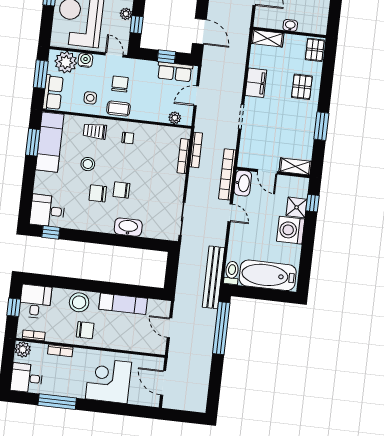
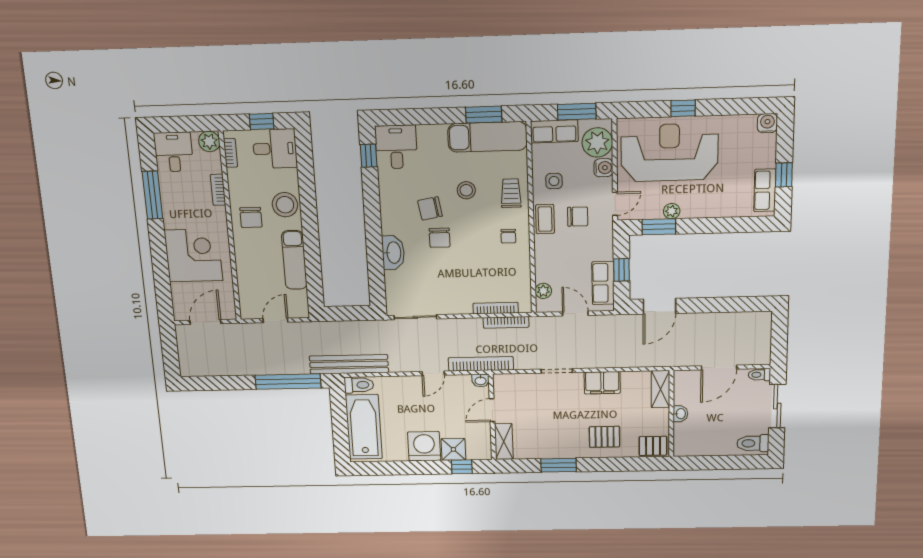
window: (137, 25) -> (659, 227), width x1.50
washbasin: (243, 183) -> (481, 381), width x0.52, depth x0.69
chair: (122, 190) -> (440, 238), turned 180
chair: (98, 193) -> (430, 208), turned -100

